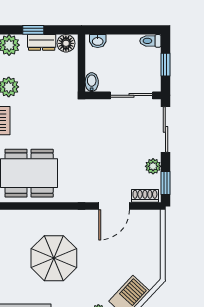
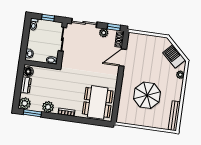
window: (33, 30) -> (18, 89), removed
door: (114, 206) -> (123, 58), swing flipped

